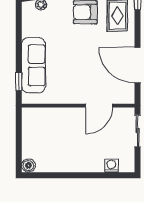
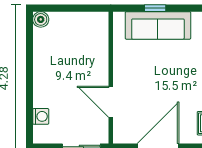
window: (19, 81) -> (155, 8), moved

